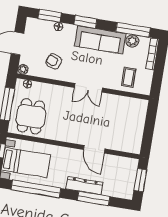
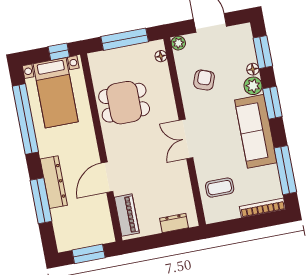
plant: (132, 41) -> (253, 86), moved
dining table: (31, 116) -> (124, 103), moved
dresser: (141, 116) -> (174, 223), added
piano: (124, 145) -> (127, 215), added

